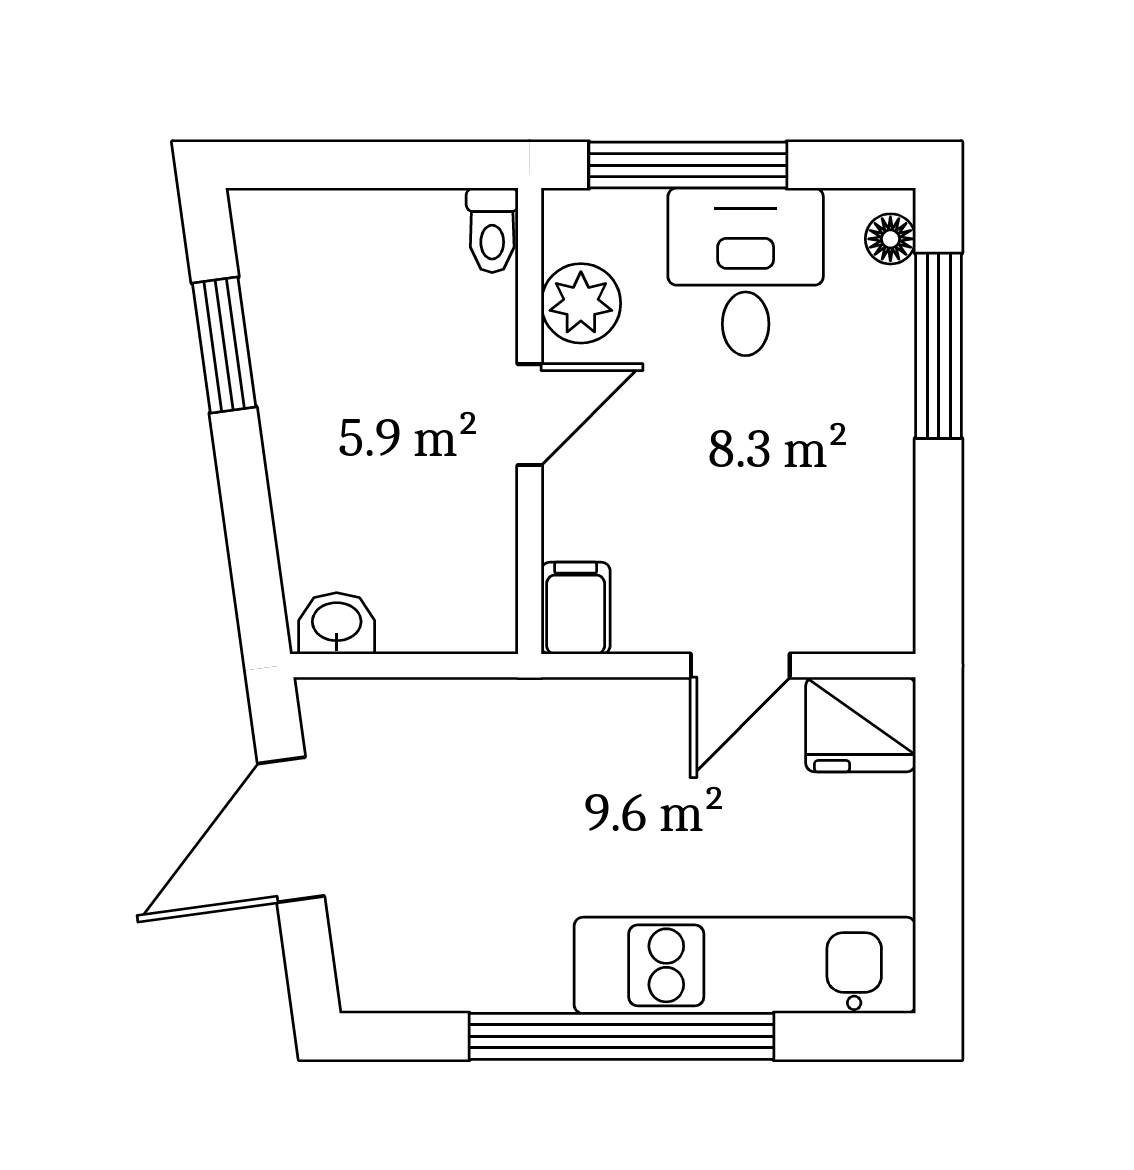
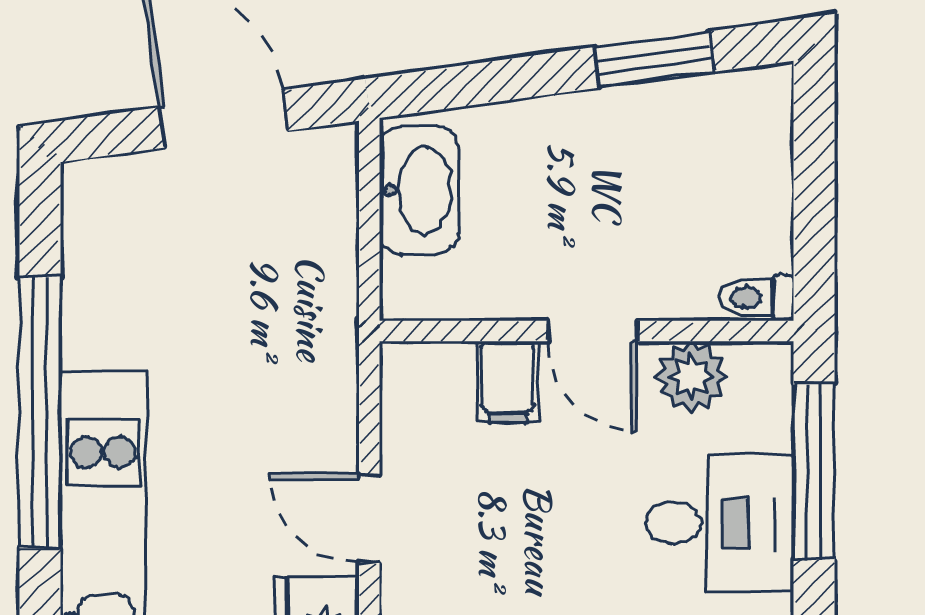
filing cabinet: (576, 608) -> (508, 382), moved, turned 90
washbasin: (337, 623) -> (419, 190), width x1.91, depth x1.45

